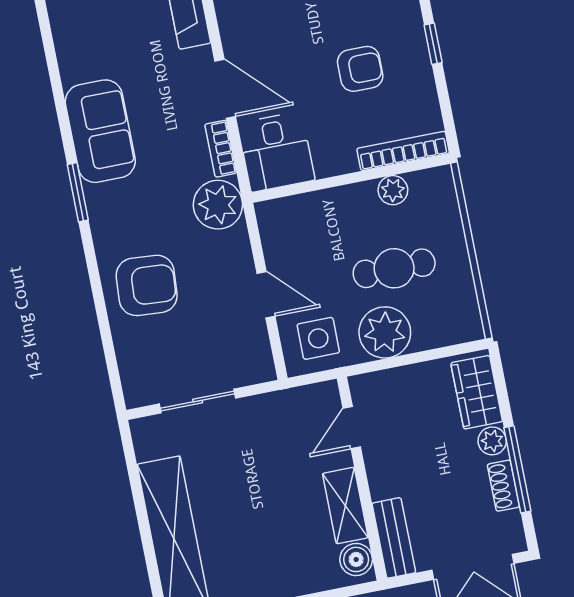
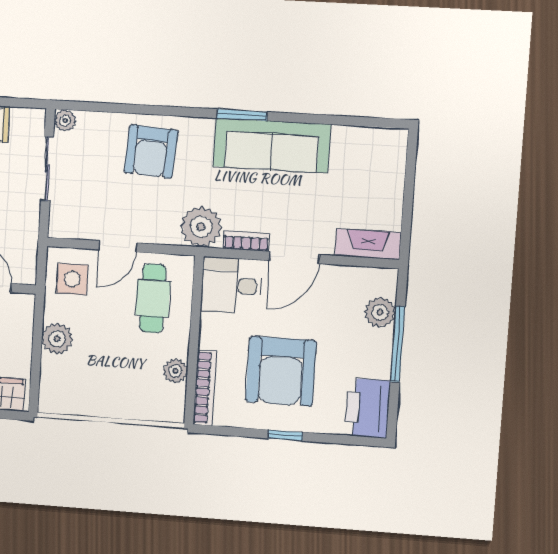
armchair: (360, 69) -> (281, 371), width x1.88, depth x1.88
sofa: (100, 131) -> (272, 145), width x1.36
cafe table: (394, 268) -> (153, 298), moved
plant: (385, 332) -> (57, 339), width x0.73, depth x0.73
plant: (136, 395) -> (65, 120), added

